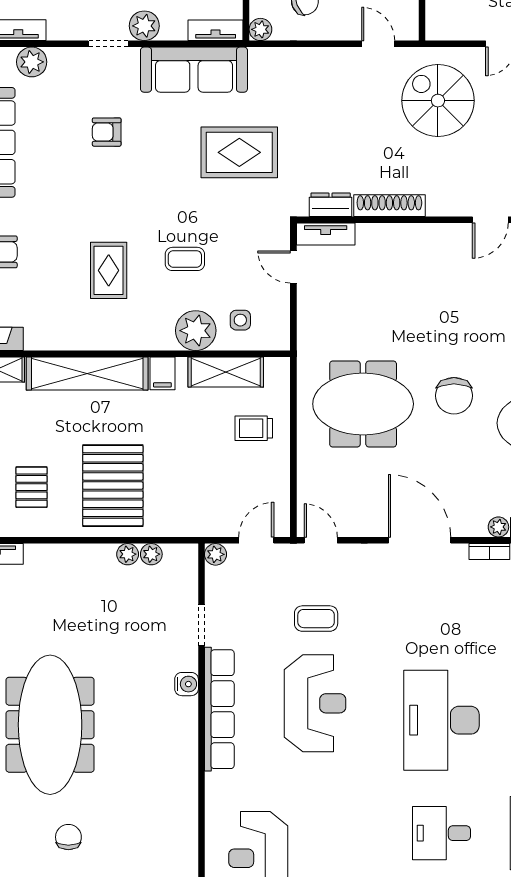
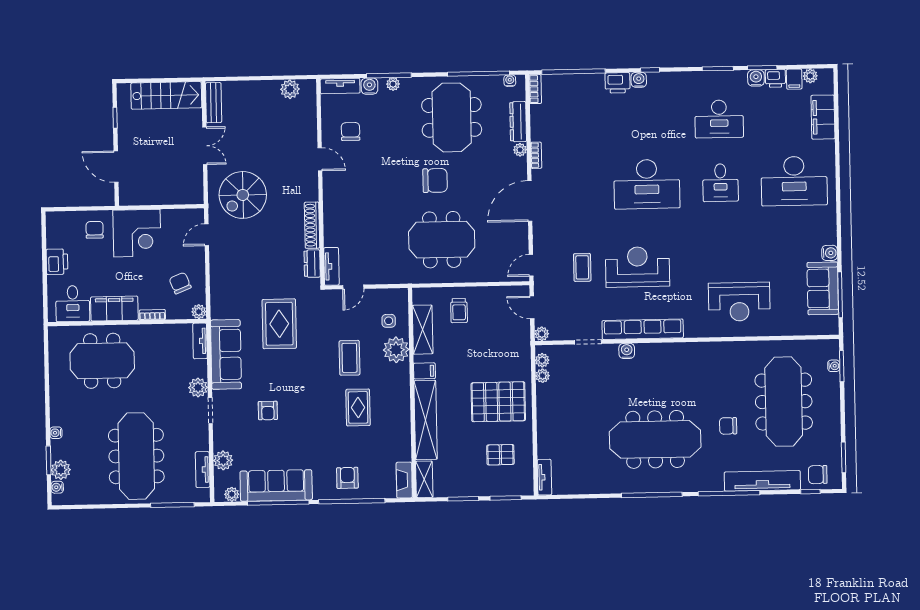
coffee table: (185, 259) -> (350, 358), width x1.36, depth x1.30
rug: (109, 270) -> (358, 407), turned 90
meeting table: (363, 404) -> (442, 240), turned 90
plant: (128, 554) -> (542, 360), moved

